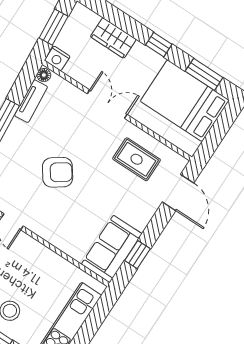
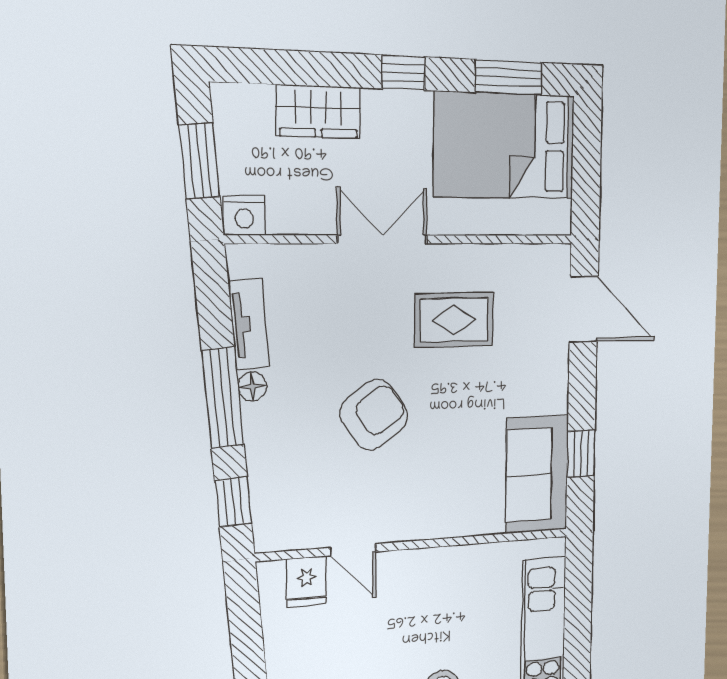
floor lamp: (44, 75) -> (252, 386), moved
rug: (137, 159) -> (454, 320), moved

